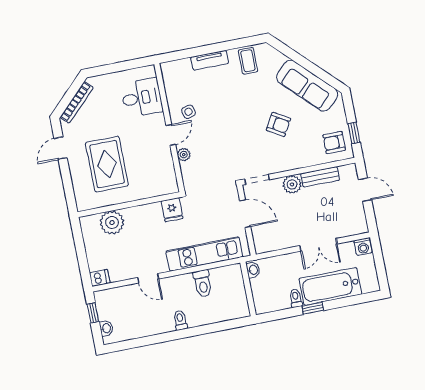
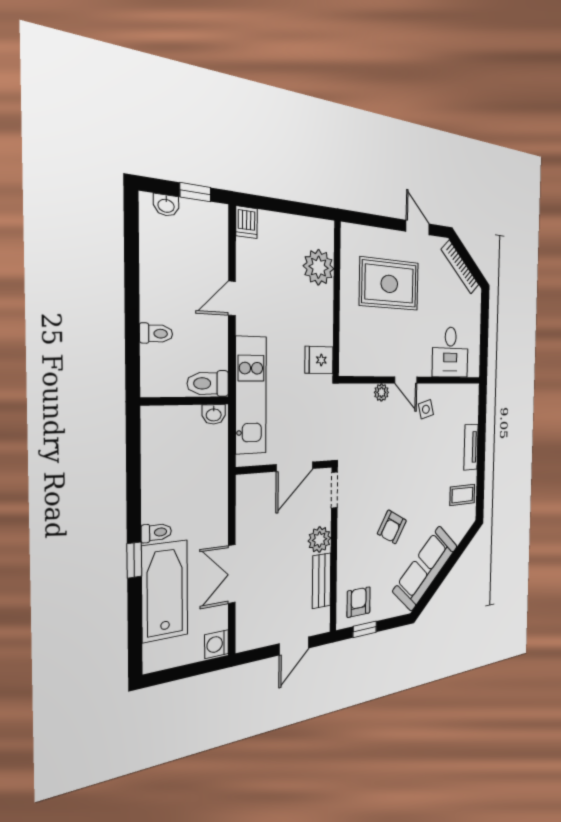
washbasin: (253, 270) -> (214, 414), moved
wall: (248, 289) -> (186, 401), moved

